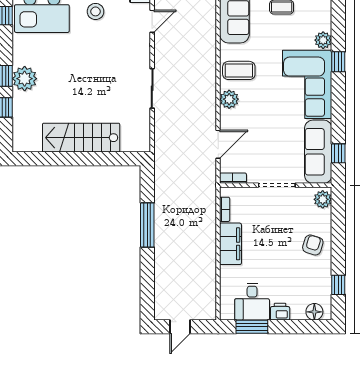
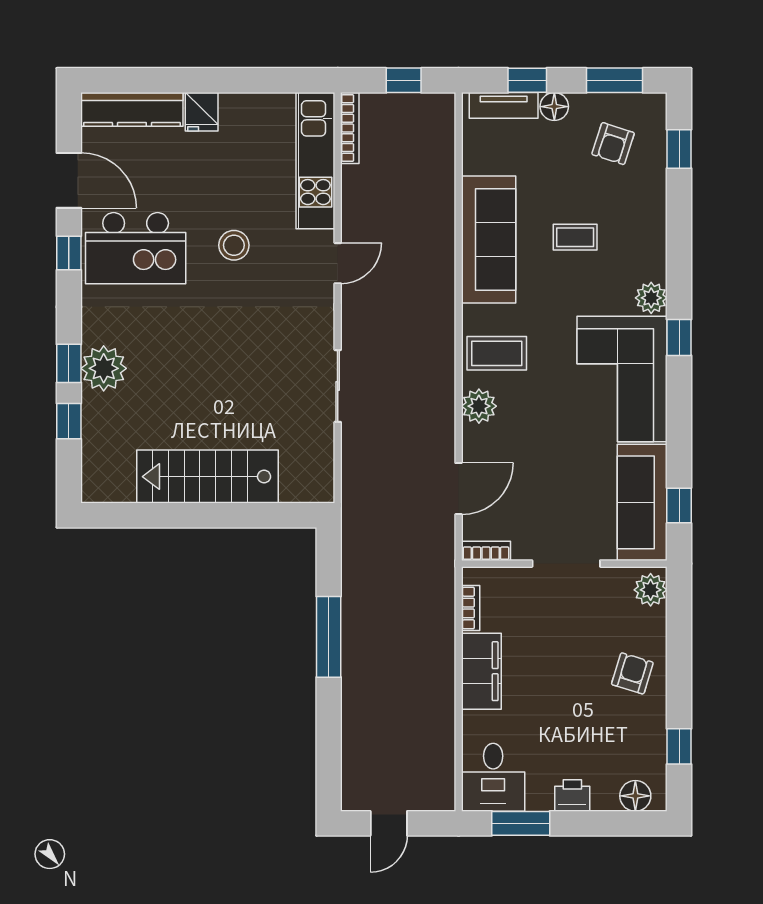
desk: (252, 302) -> (493, 777), moved

